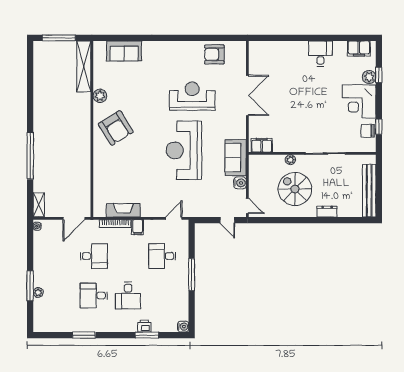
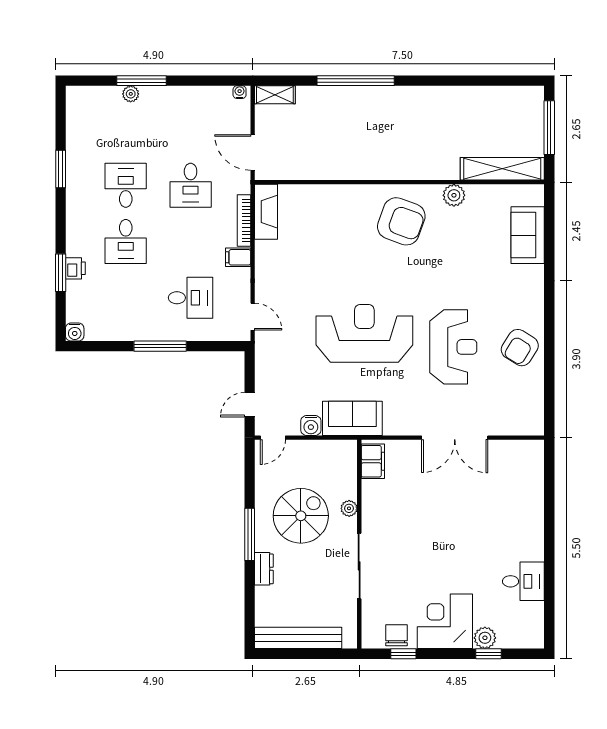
filing cabinet: (359, 49) -> (532, 621), removed
armchair: (214, 54) -> (520, 348), moved, turned -148
desk: (320, 54) -> (523, 581), moved
armchair: (116, 128) -> (401, 221), turned -128
fireplace: (123, 210) -> (266, 212), moved
window: (306, 220) -> (250, 534), added
desk: (162, 256) -> (191, 298), turned 90
desk: (128, 296) -> (126, 242), turned -90

